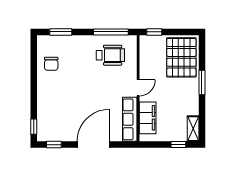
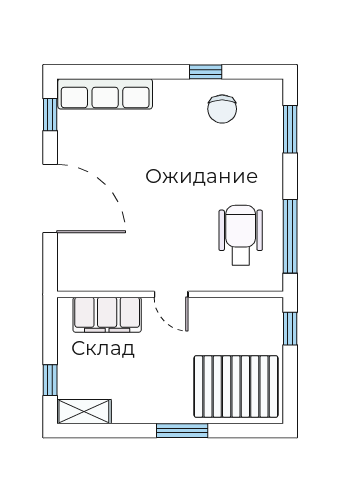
wheelchair: (110, 55) -> (241, 235), turned 180
chair: (51, 64) -> (222, 109), turned -90
row of seats: (130, 119) -> (105, 94), moved, turned 180
window: (34, 127) -> (206, 72), moved

